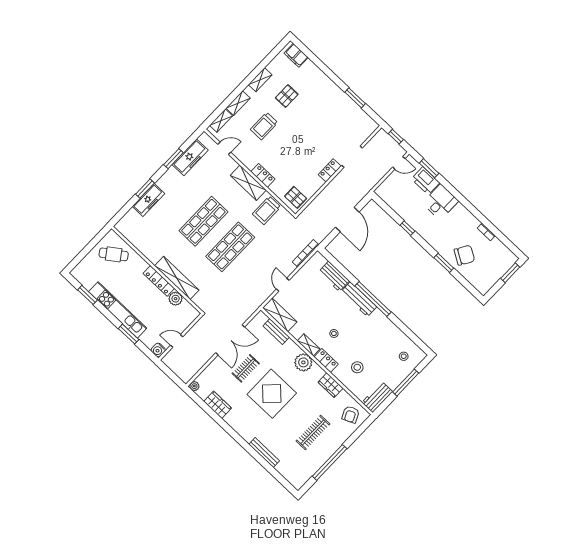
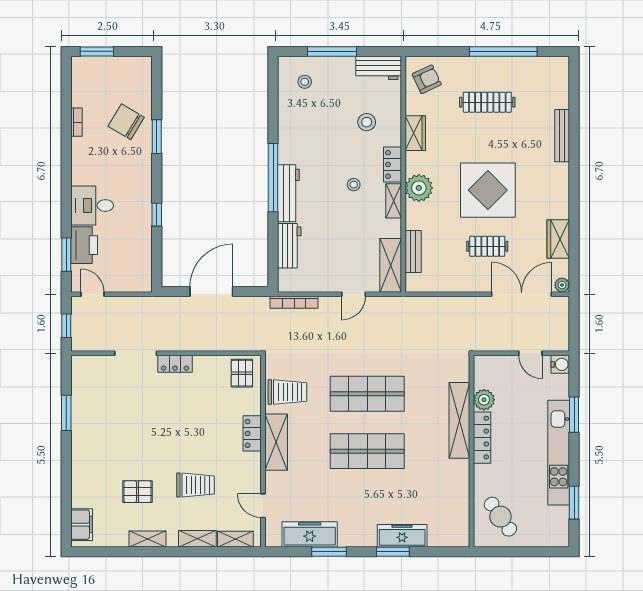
double door: (230, 340) -> (522, 294), moved

